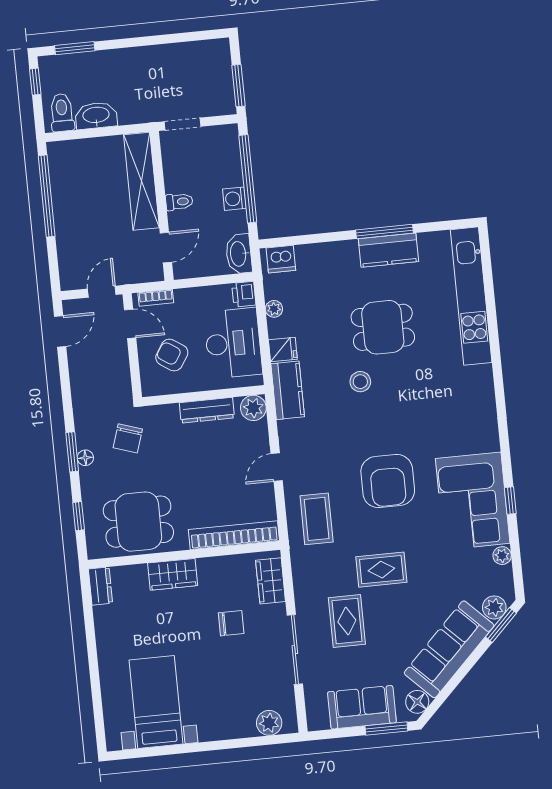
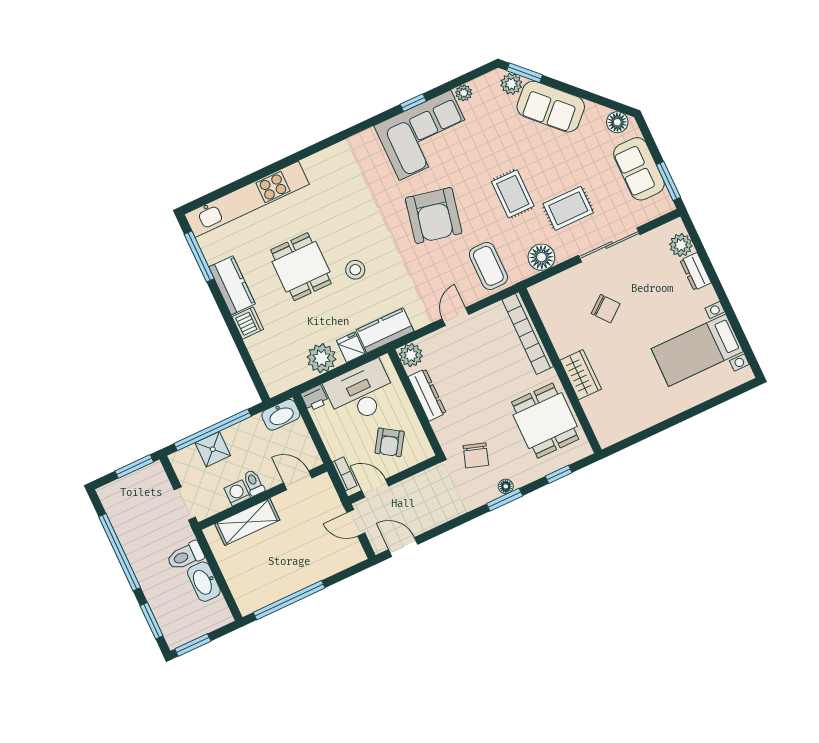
window: (156, 40) -> (120, 552), added
window: (35, 82) -> (193, 645), width x1.50
toilet: (62, 113) -> (185, 556), moved
shower: (228, 172) -> (213, 449), added
shelving: (141, 181) -> (247, 522), width x0.68
washing machine: (234, 199) -> (237, 493), moved, turned 180
window: (385, 232) -> (199, 256), moved
dishwasher: (281, 259) -> (248, 323), moved
plant: (274, 309) -> (322, 358), width x1.88, depth x1.88
door: (130, 324) -> (375, 488), hinge flipped
chair: (128, 438) -> (476, 455), turned 90
door: (277, 467) -> (455, 317), swing flipped
armchair: (388, 481) -> (434, 216), turned 102
coffee table: (317, 519) -> (488, 266), turned 90
floor lamp: (307, 576) -> (541, 257), added
wardrobe: (271, 581) -> (556, 287), removed
dresser: (101, 586) -> (696, 272), moved, turned -90
chair: (231, 623) -> (606, 309), turned 141
sofa: (449, 649) -> (551, 107), width x0.73
window: (386, 728) -> (668, 181), moved

